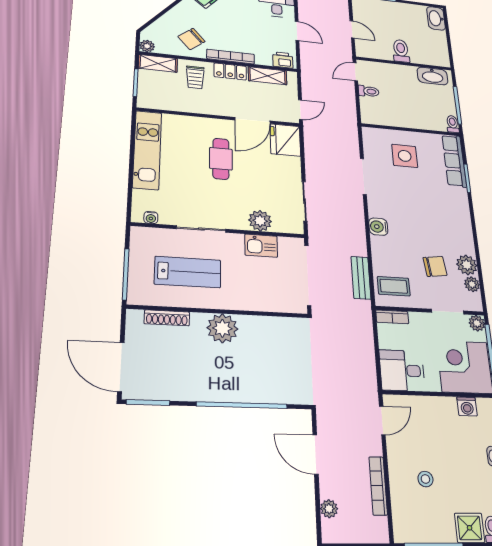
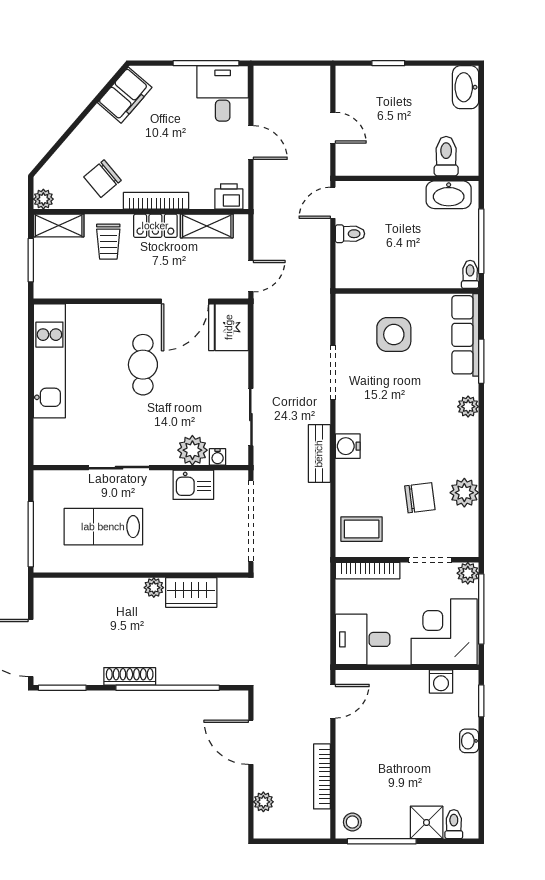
toilet: (401, 51) -> (446, 156), moved
water cooler: (151, 218) -> (218, 457), moved
lab bench: (188, 272) -> (103, 527), turned 180
bench: (361, 278) -> (319, 454), moved
plant: (472, 284) -> (468, 407), moved
bookcase: (392, 317) -> (368, 571), width x1.56
shoe rack: (167, 318) -> (130, 676), moved, turned 180
wardrobe: (261, 327) -> (191, 592), added
plant: (222, 328) -> (154, 588), width x0.53, depth x0.53
stool: (425, 479) -> (352, 822), moved

